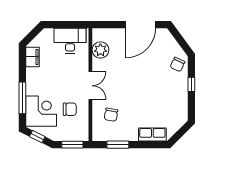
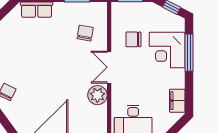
plant: (100, 50) -> (97, 95), moved
corner desk: (41, 111) -> (167, 50), moved

